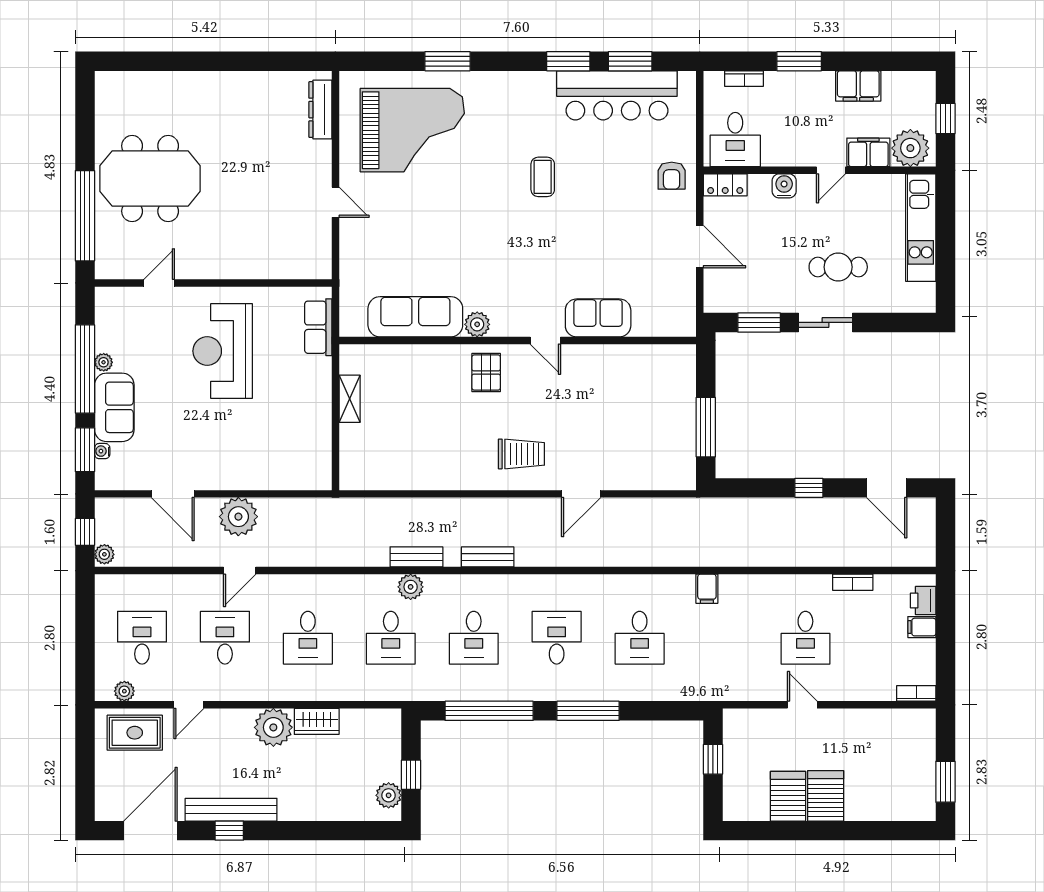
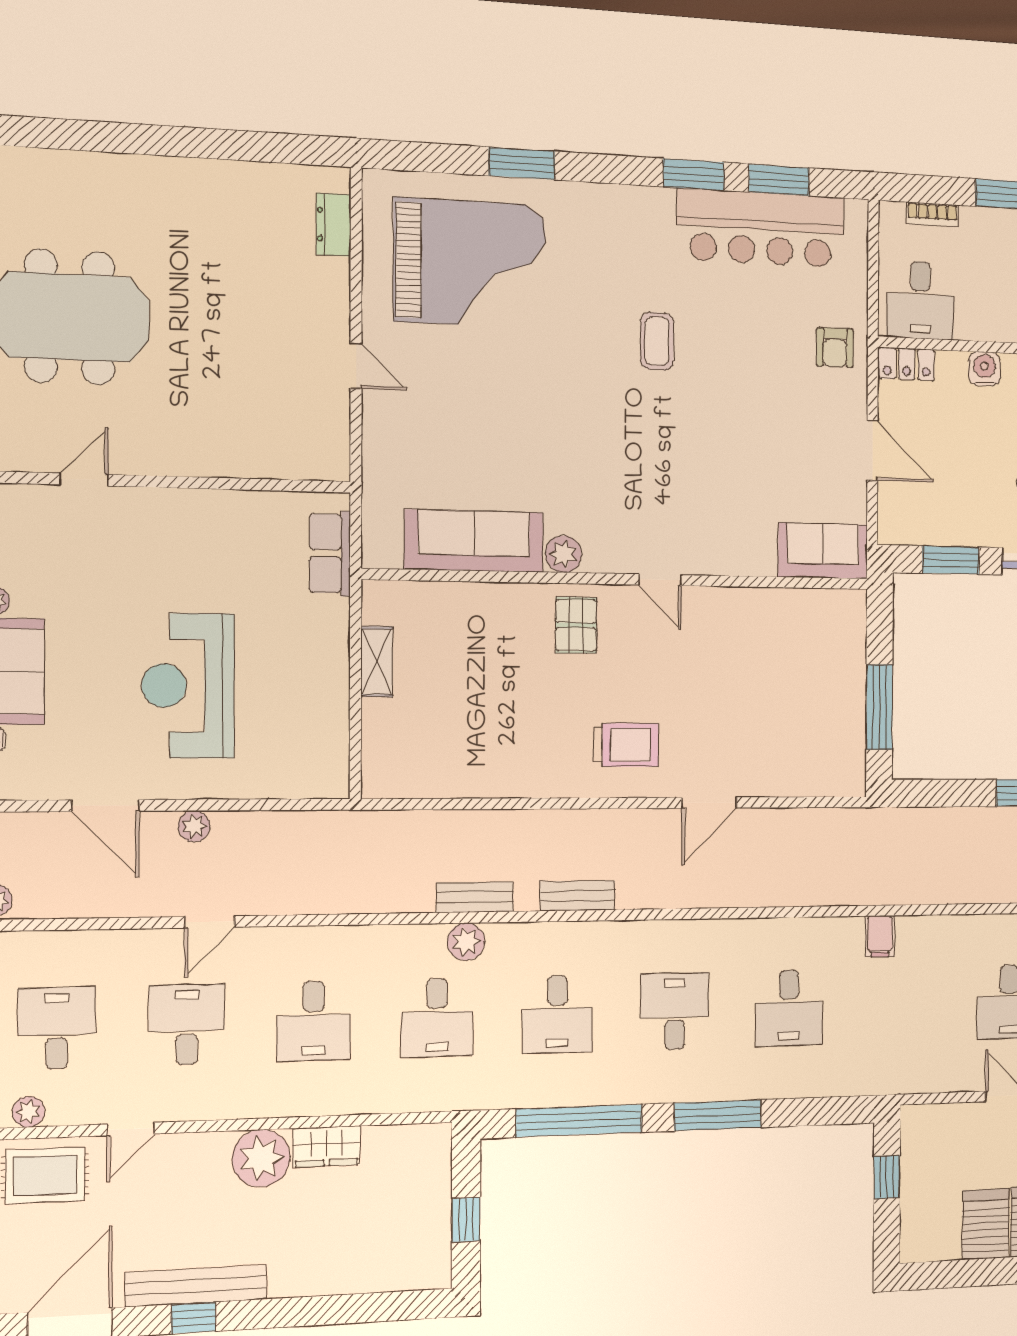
dresser: (320, 110) -> (333, 225), width x0.70
sofa: (598, 318) -> (823, 551), moved
reception desk: (223, 351) -> (188, 686), moved
plant: (238, 517) -> (194, 826), width x0.53, depth x0.53
plant: (389, 795) -> (433, 1252), removed

